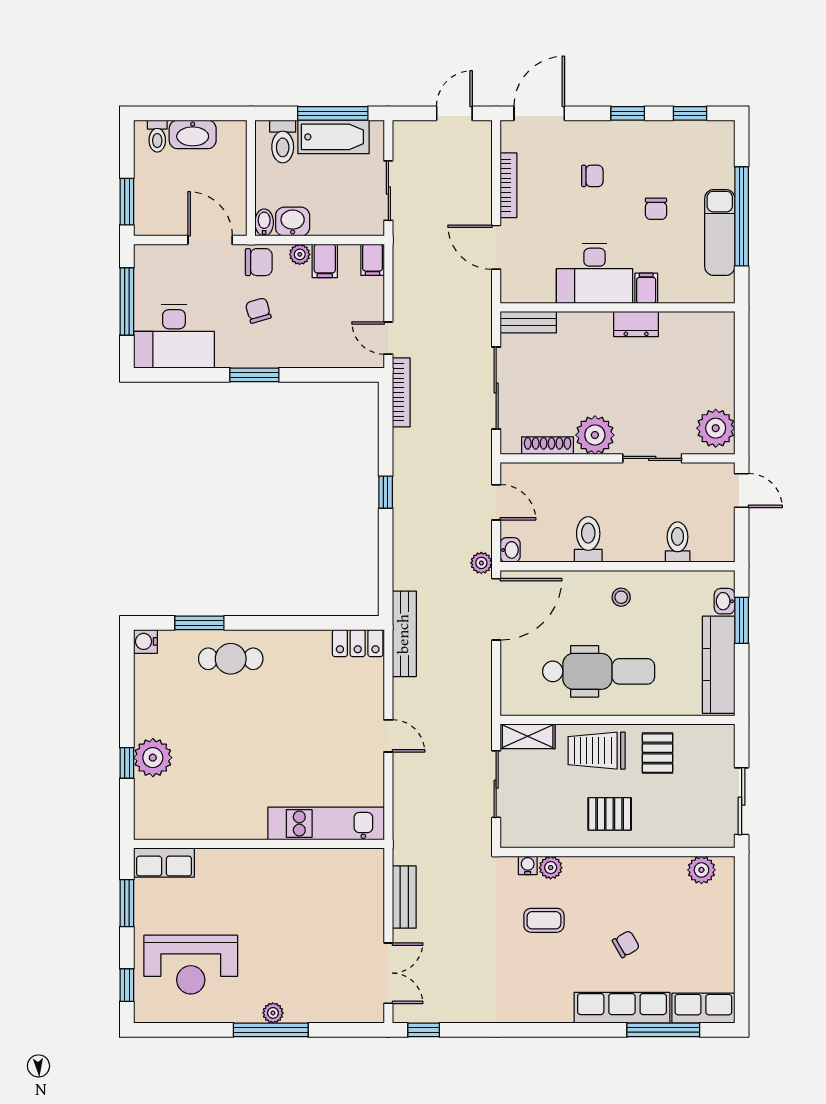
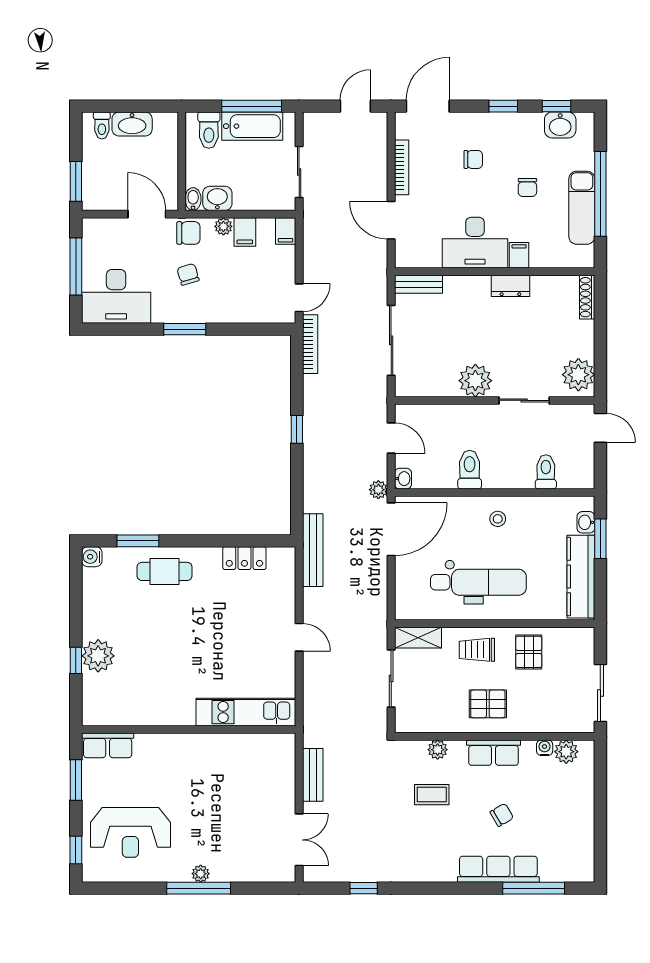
washbasin: (694, 136) -> (560, 125), added
door: (388, 338) -> (299, 298), swing flipped
shoe rack: (548, 446) -> (587, 297), moved, turned -90
locker: (358, 643) -> (244, 558), moved
trolley: (597, 751) -> (477, 650), width x0.73, depth x0.72
water cooler: (528, 865) -> (545, 748), moved
row of seats: (703, 1008) -> (494, 753), moved, turned 180
window: (424, 1030) -> (364, 888), moved

